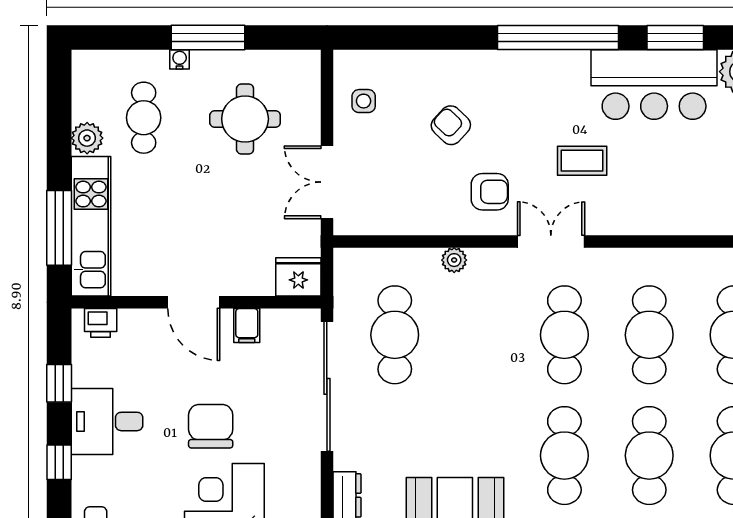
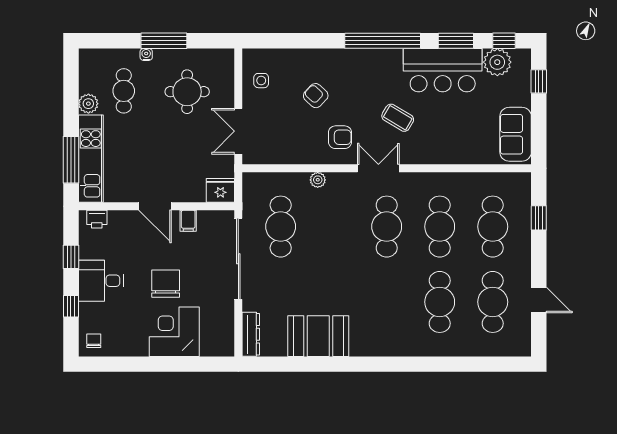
coffee table: (582, 161) -> (398, 118), turned 31
cafe table: (564, 456) -> (387, 302), removed

